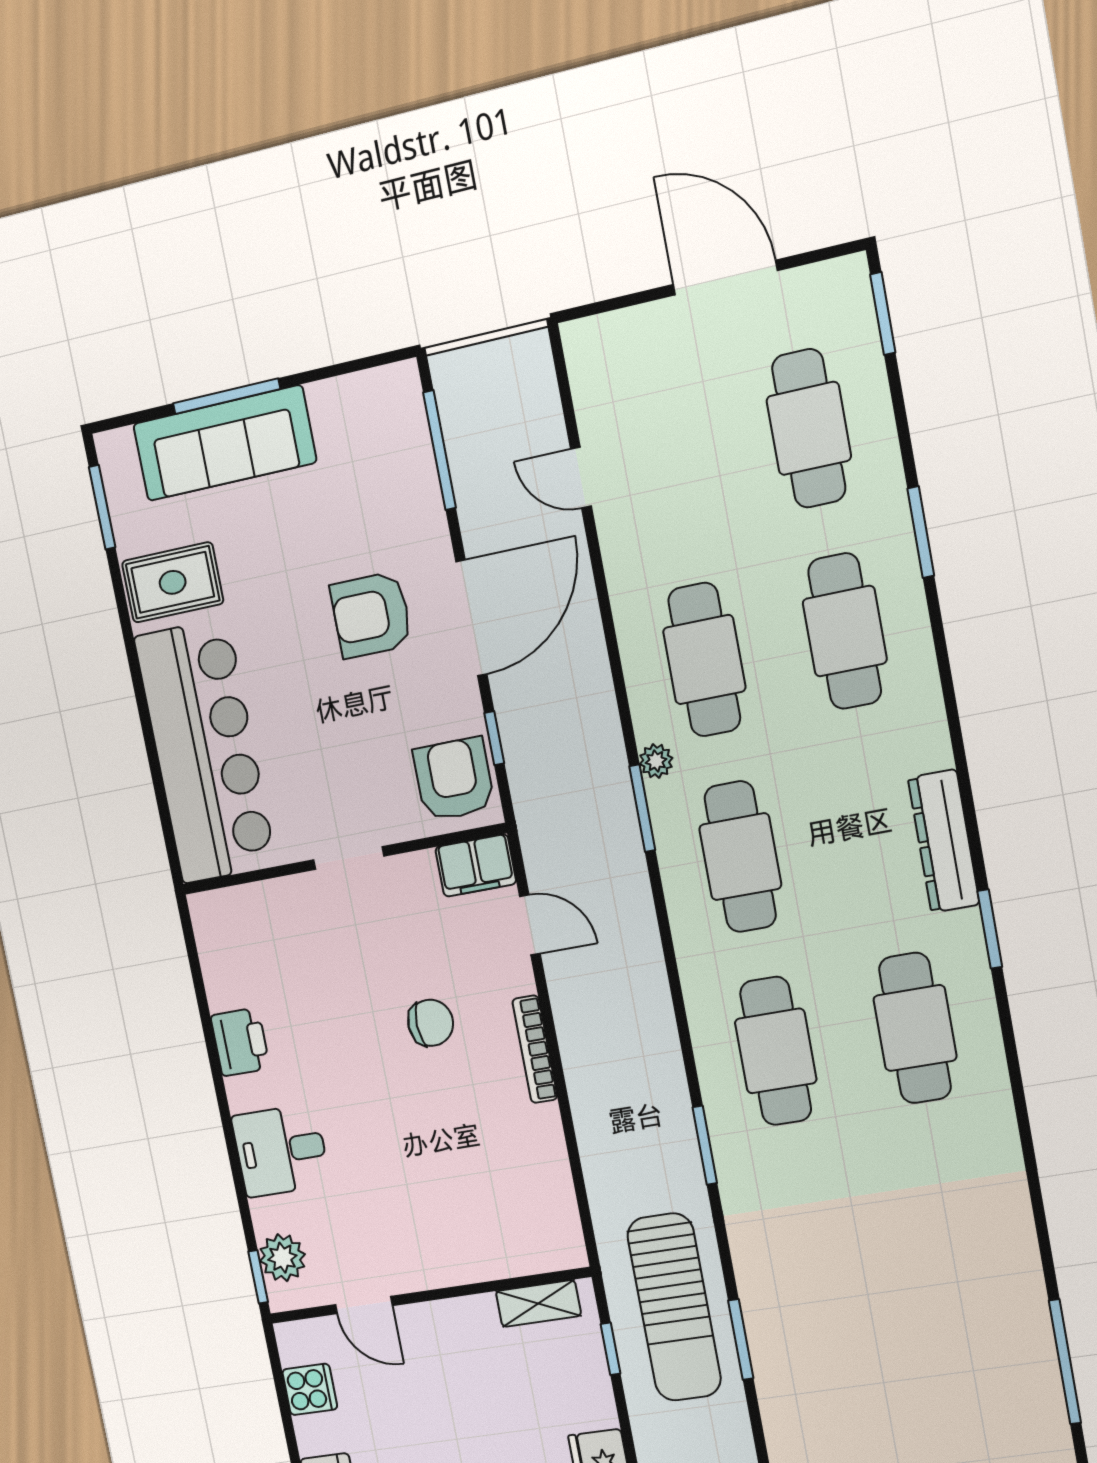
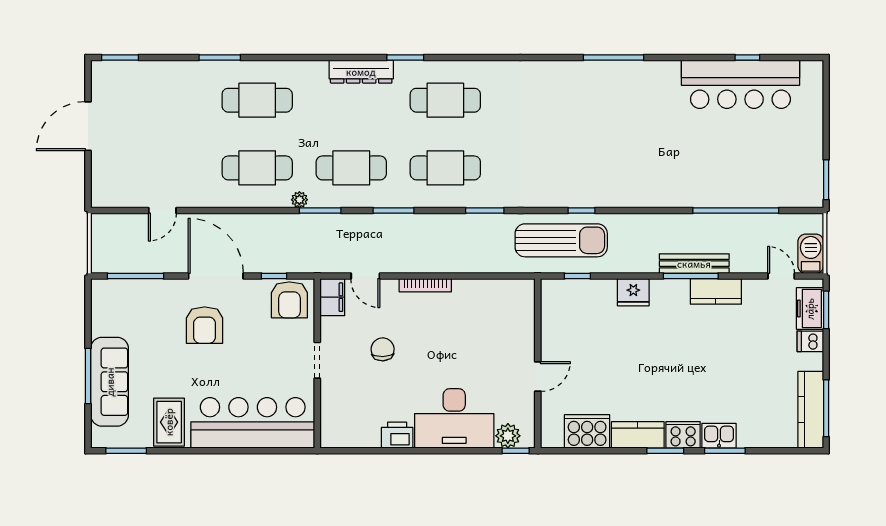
cafe table: (809, 428) -> (163, 100), removed
armchair: (454, 779) -> (289, 300), turned -90
door: (530, 925) -> (365, 276), swing flipped
window: (670, 959) -> (393, 210), added
chair: (431, 1023) -> (383, 349), moved
desk: (281, 1150) -> (454, 418), width x1.87, depth x1.30
shelving: (538, 1303) -> (550, 308), removed
door: (364, 1305) -> (538, 377), moved
window: (741, 1339) -> (582, 210), width x0.67
cooker: (310, 1389) -> (587, 431), width x1.87, depth x1.31

